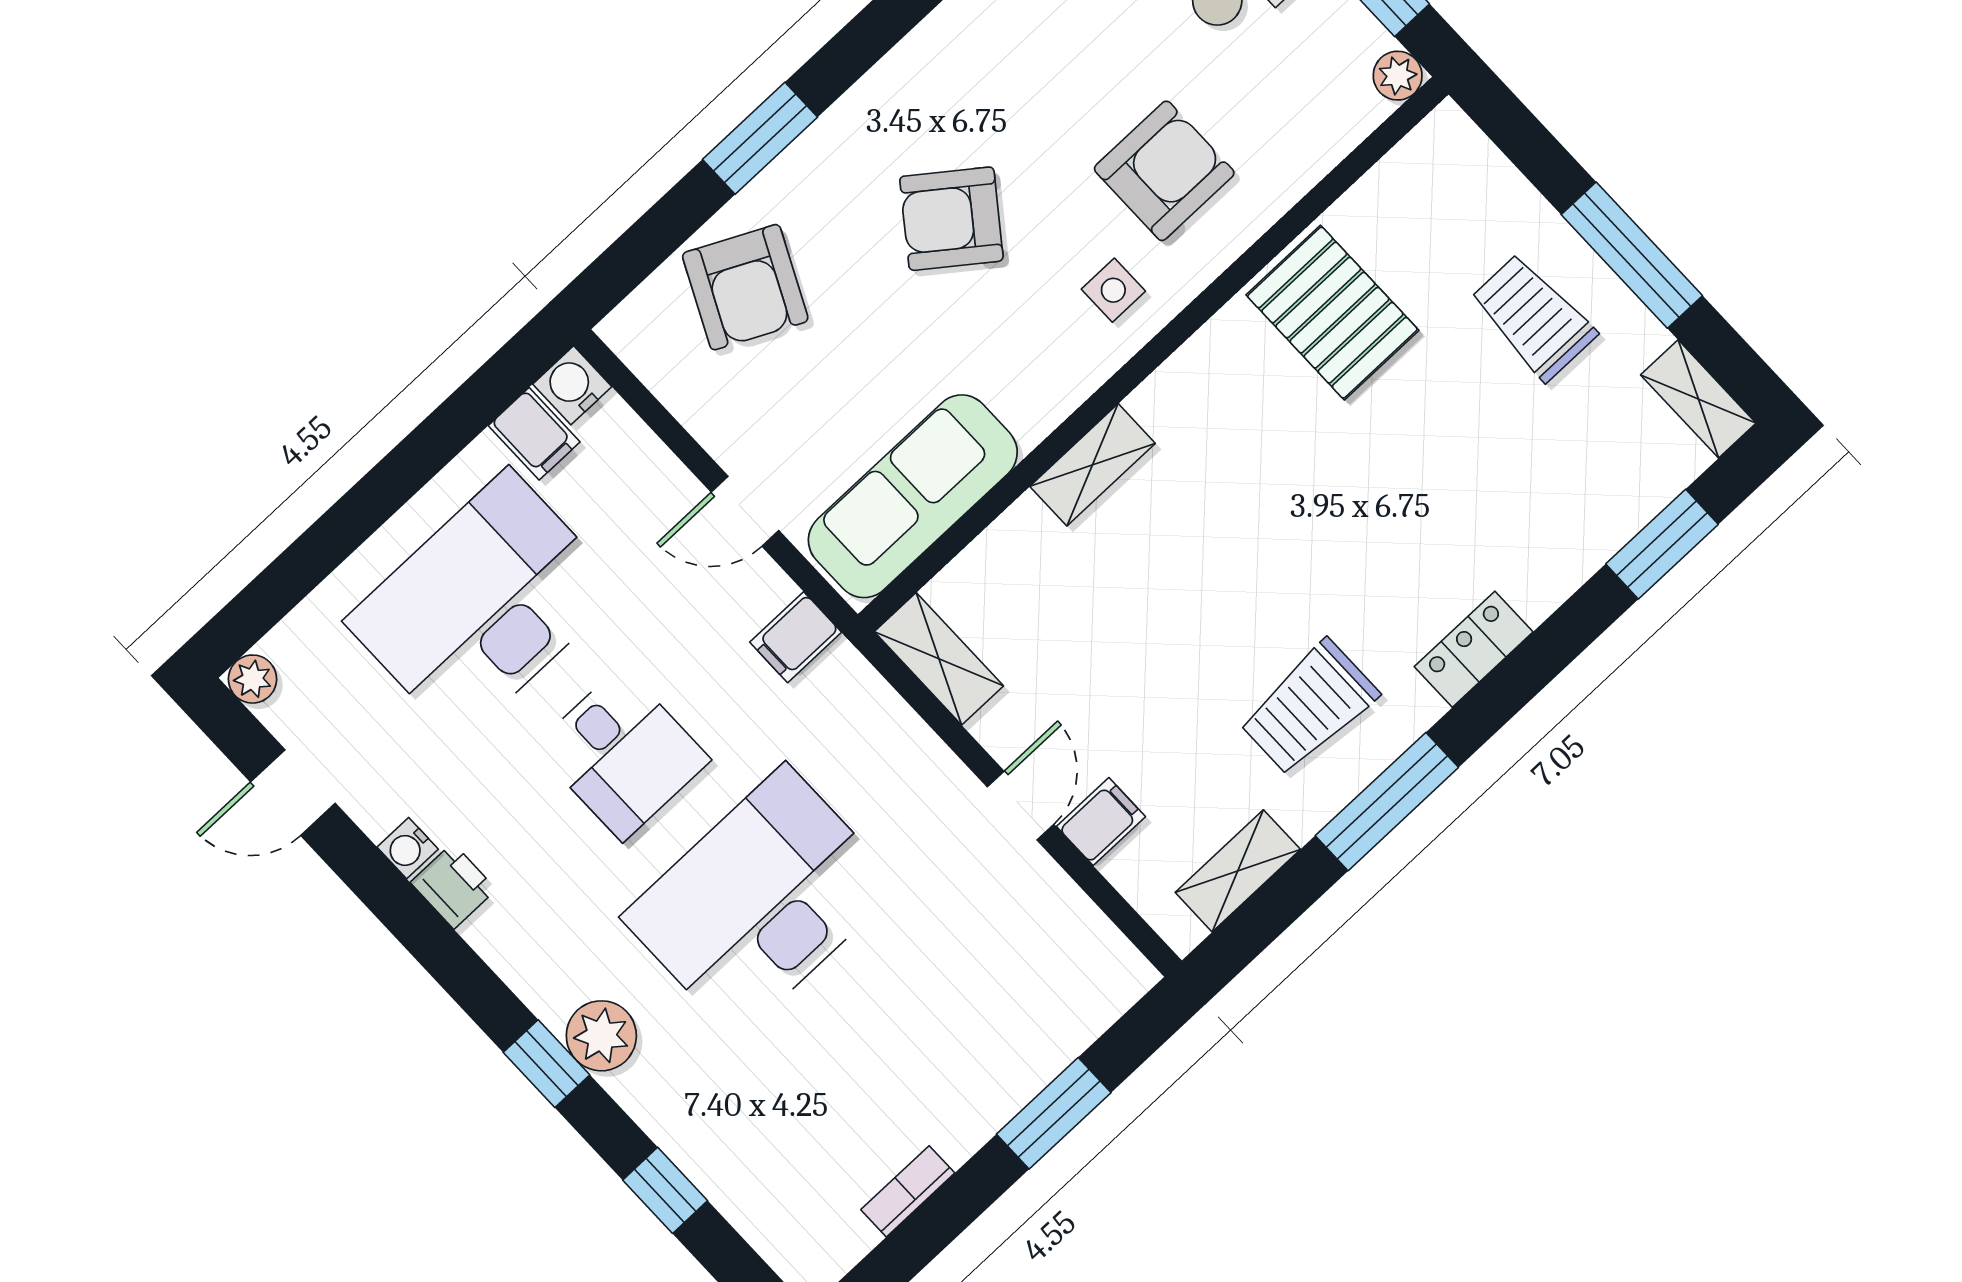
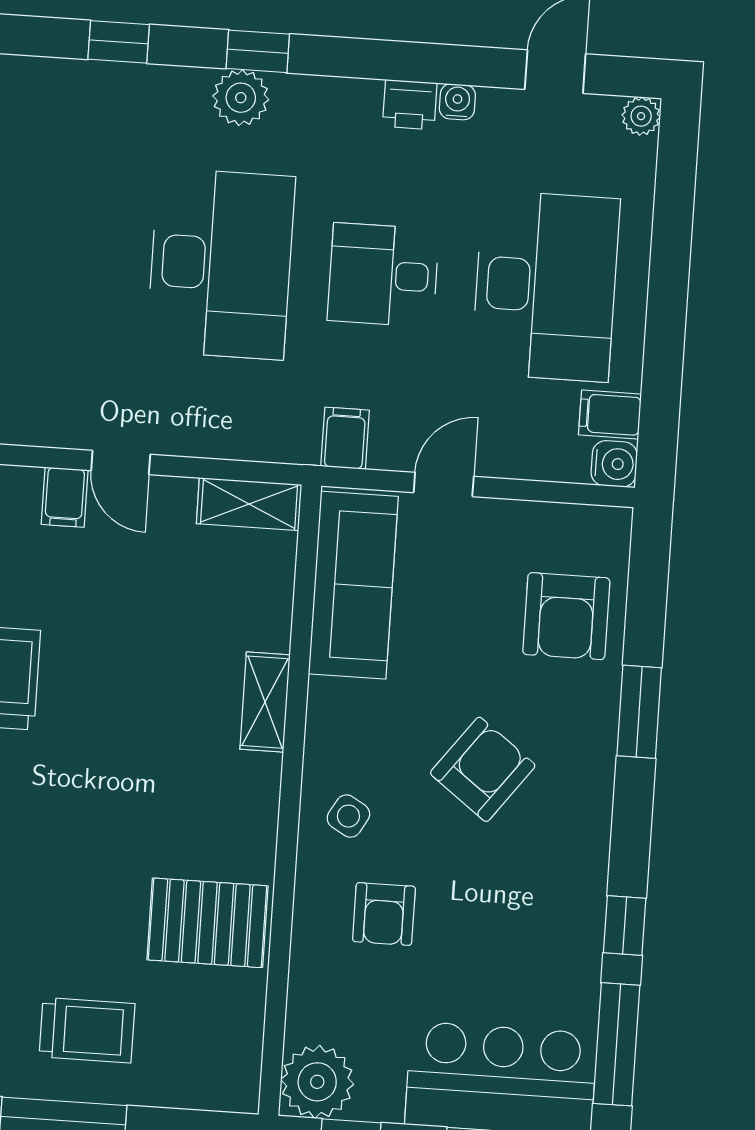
plant: (1398, 76) -> (317, 1082), width x1.87, depth x1.87
armchair: (1164, 171) -> (384, 914), width x0.72, depth x0.72
armchair: (745, 287) -> (566, 616), turned -116
side table: (1113, 290) -> (348, 816), turned 30

